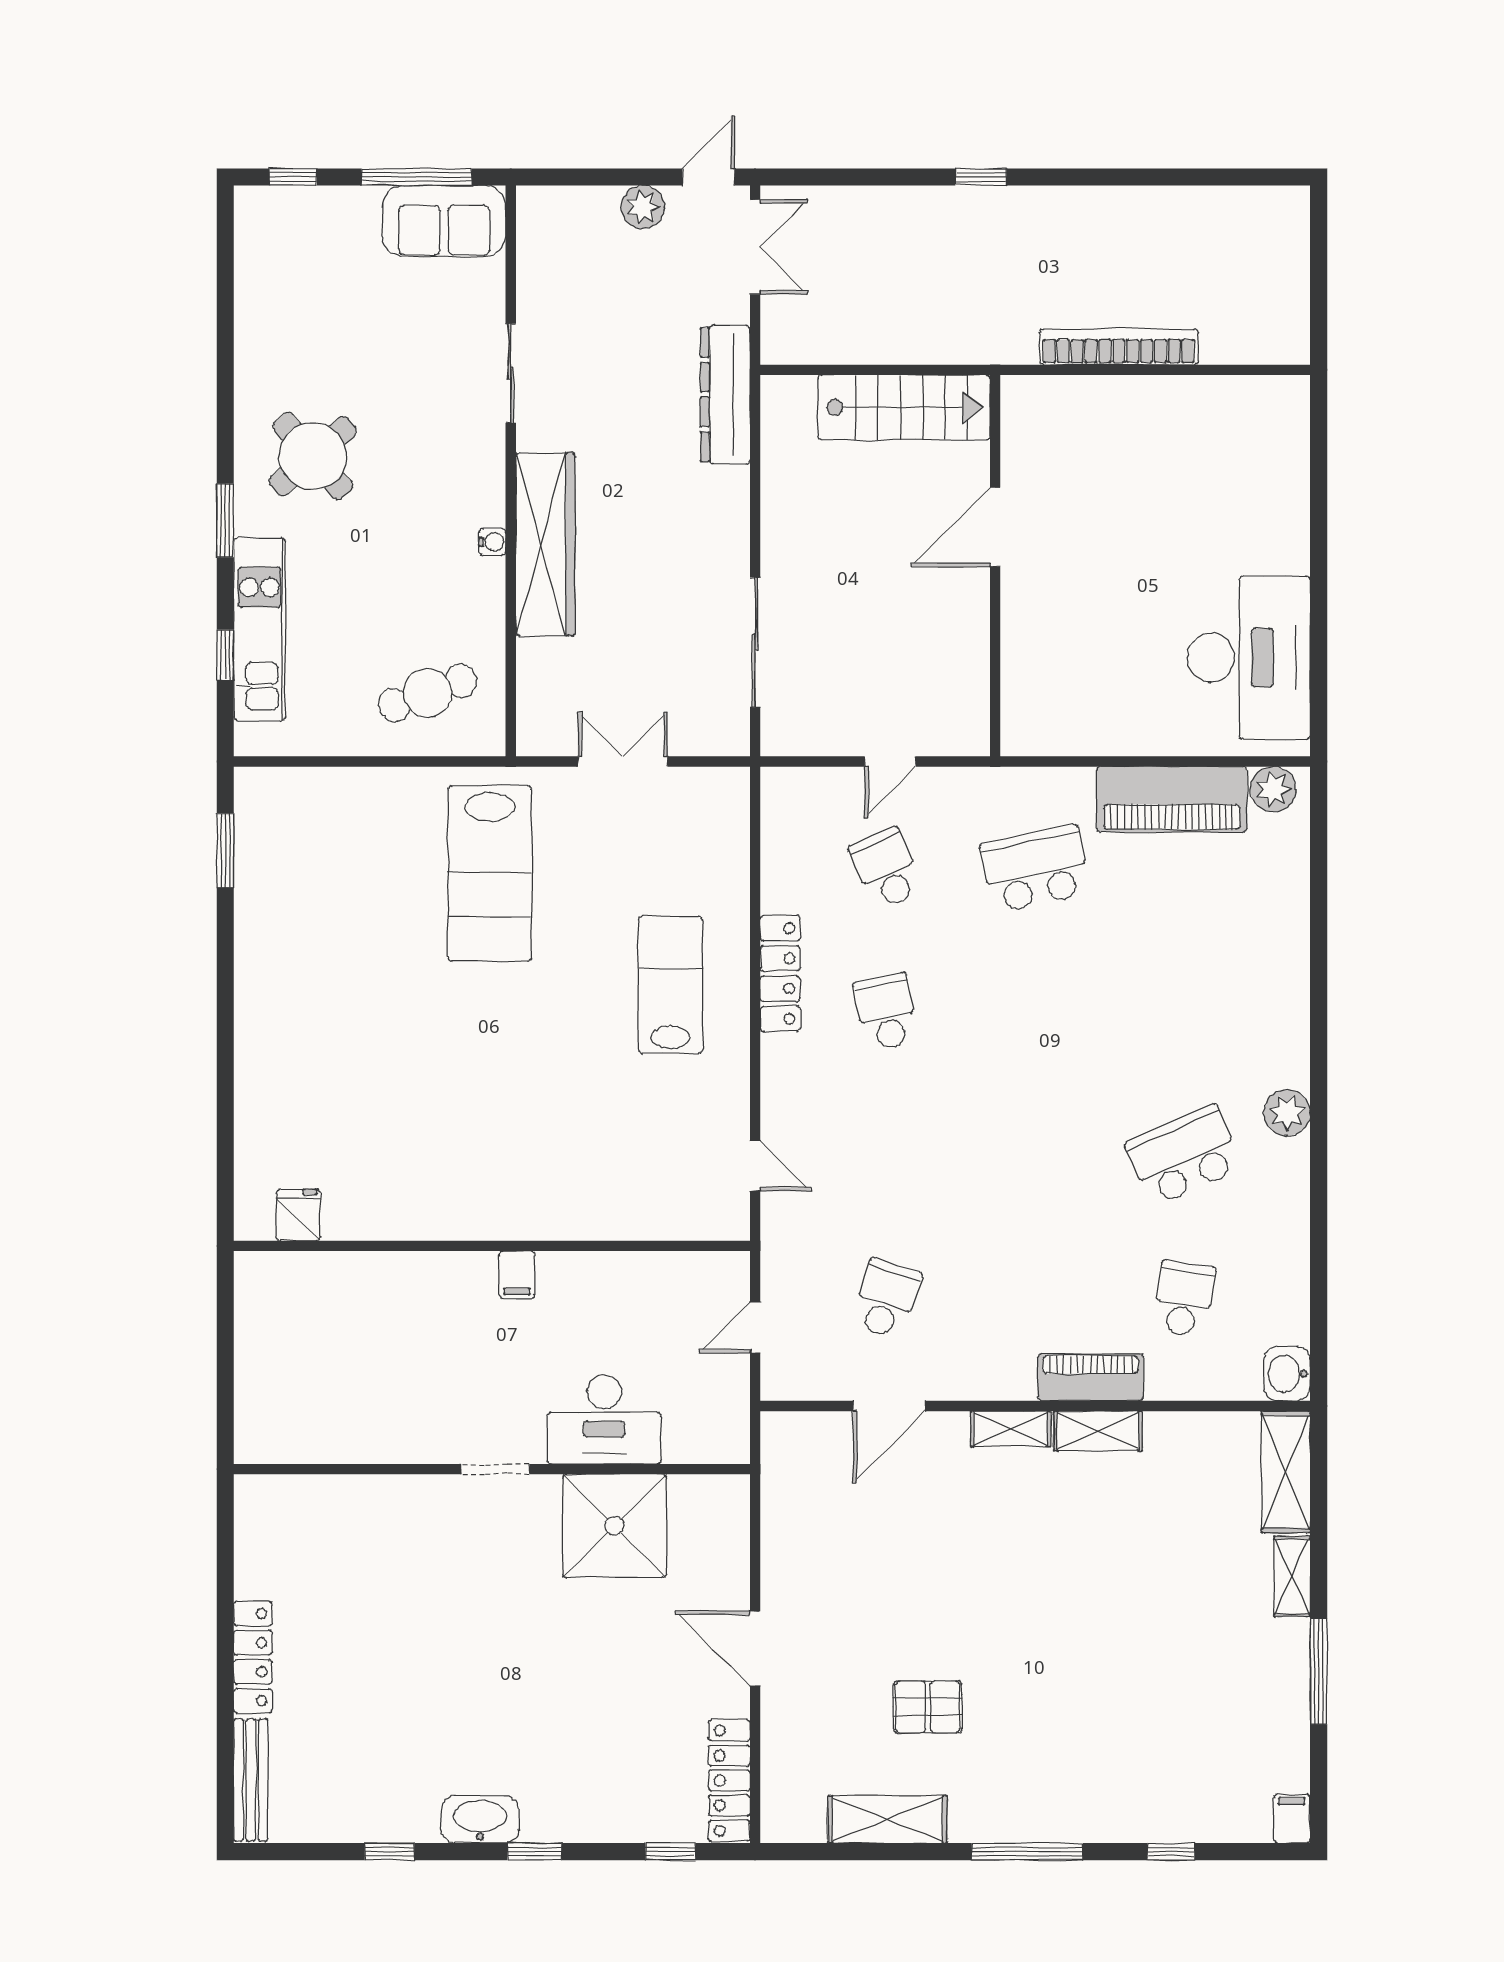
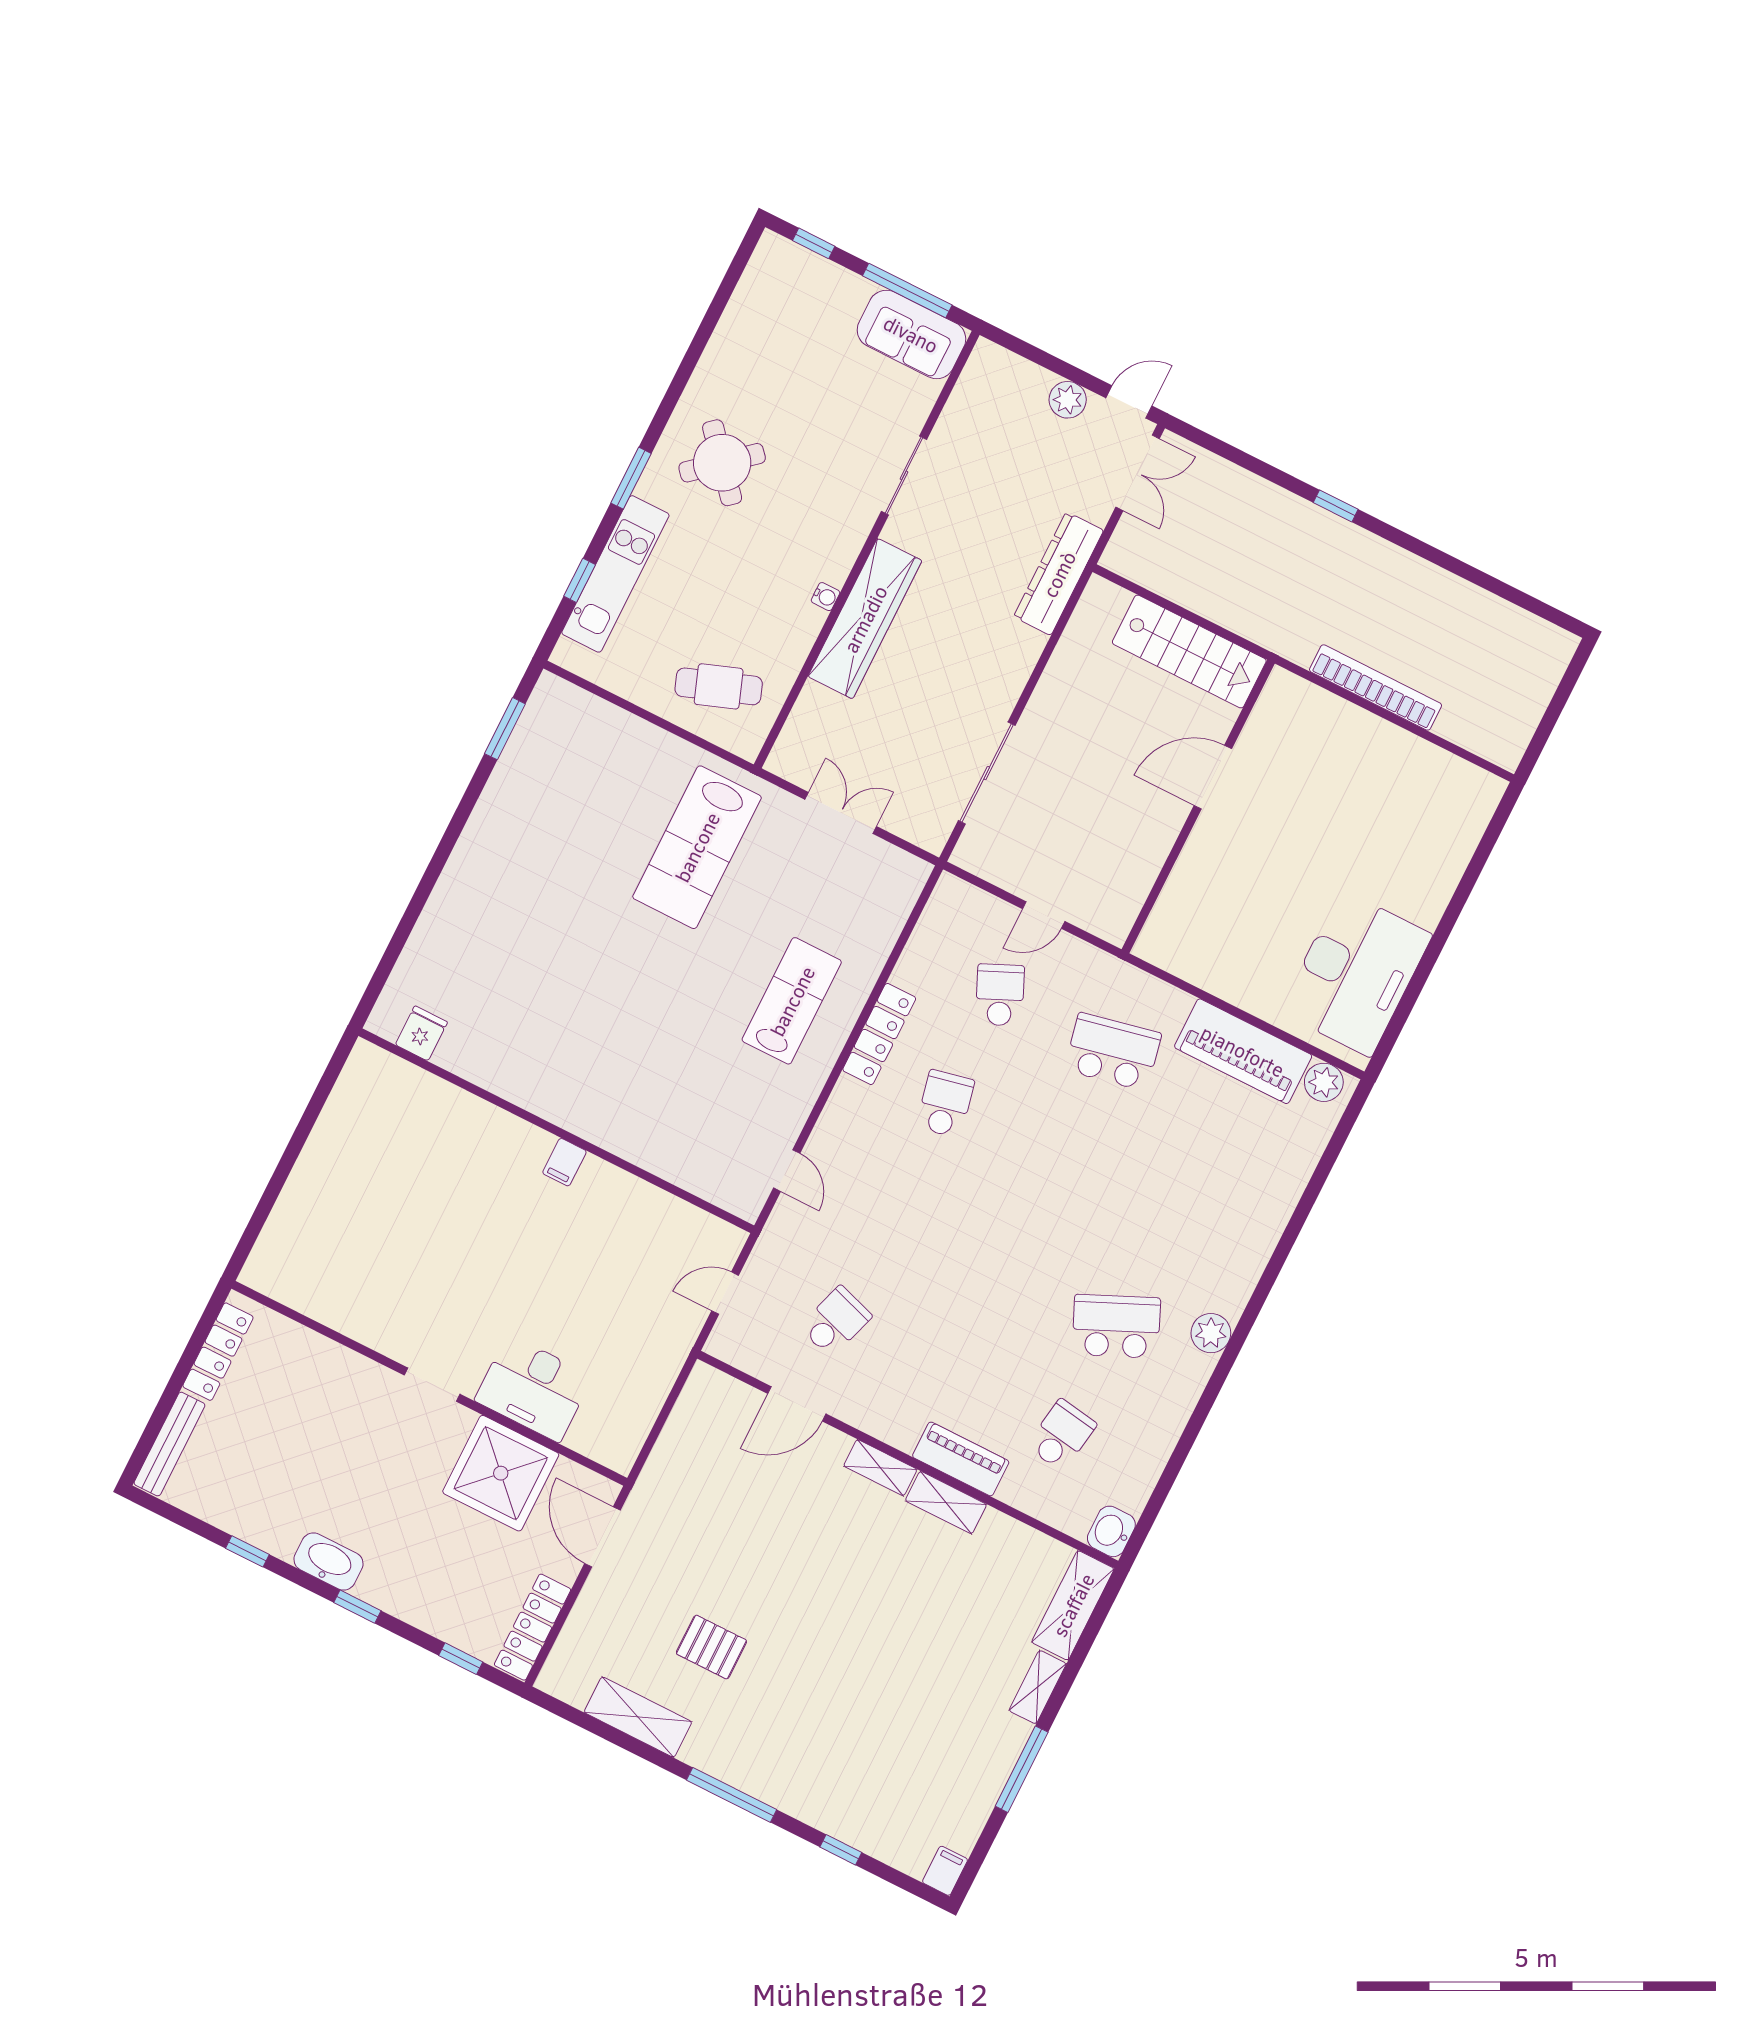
desk: (604, 1419) -> (534, 1388), moved
wall: (492, 1469) -> (429, 1383), moved
doorway: (495, 1469) -> (432, 1385), moved
shower: (614, 1526) -> (501, 1473), moved

